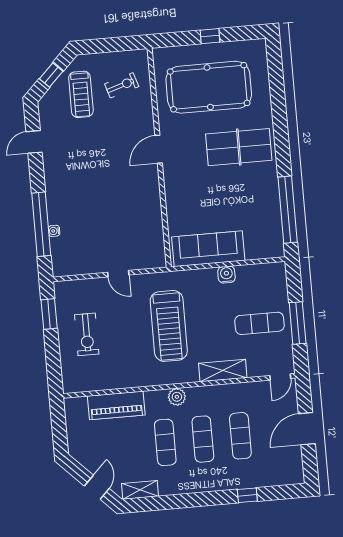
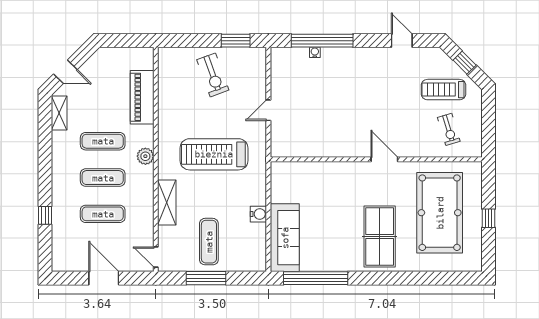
sofa: (208, 249) -> (285, 238), moved
exercise bike: (87, 334) -> (213, 75), turned -110

